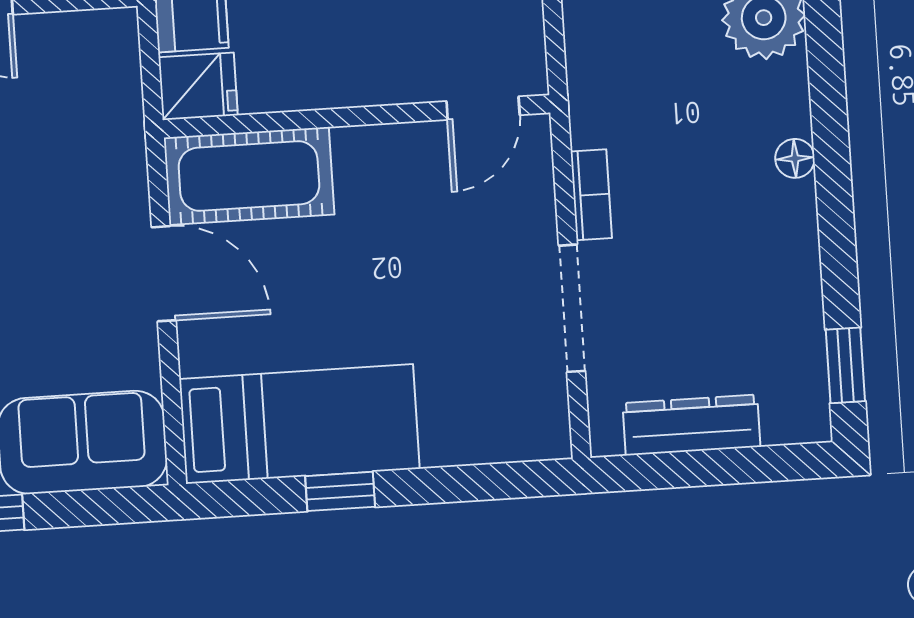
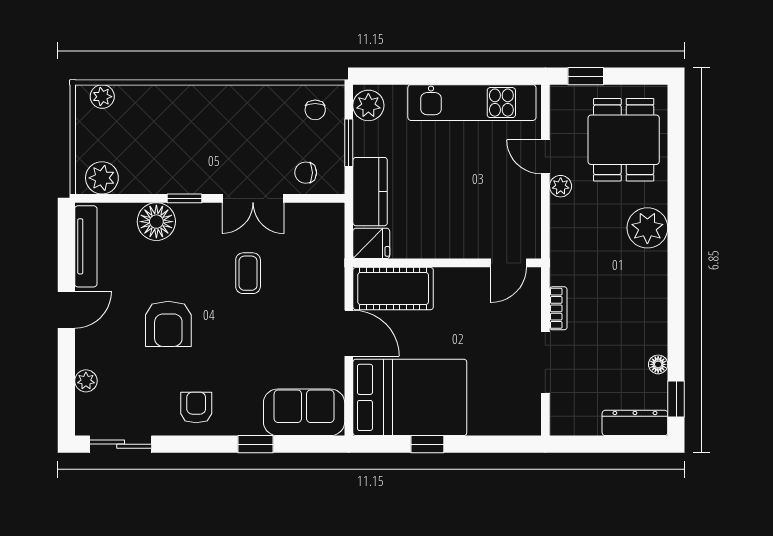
floor lamp: (795, 158) -> (658, 364), moved
bed: (299, 424) -> (410, 397), width x1.50
dresser: (691, 425) -> (635, 423), moved

